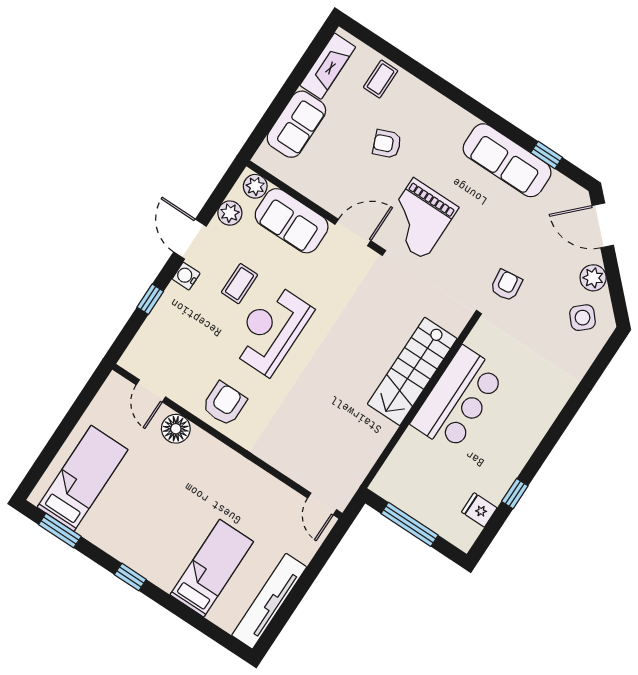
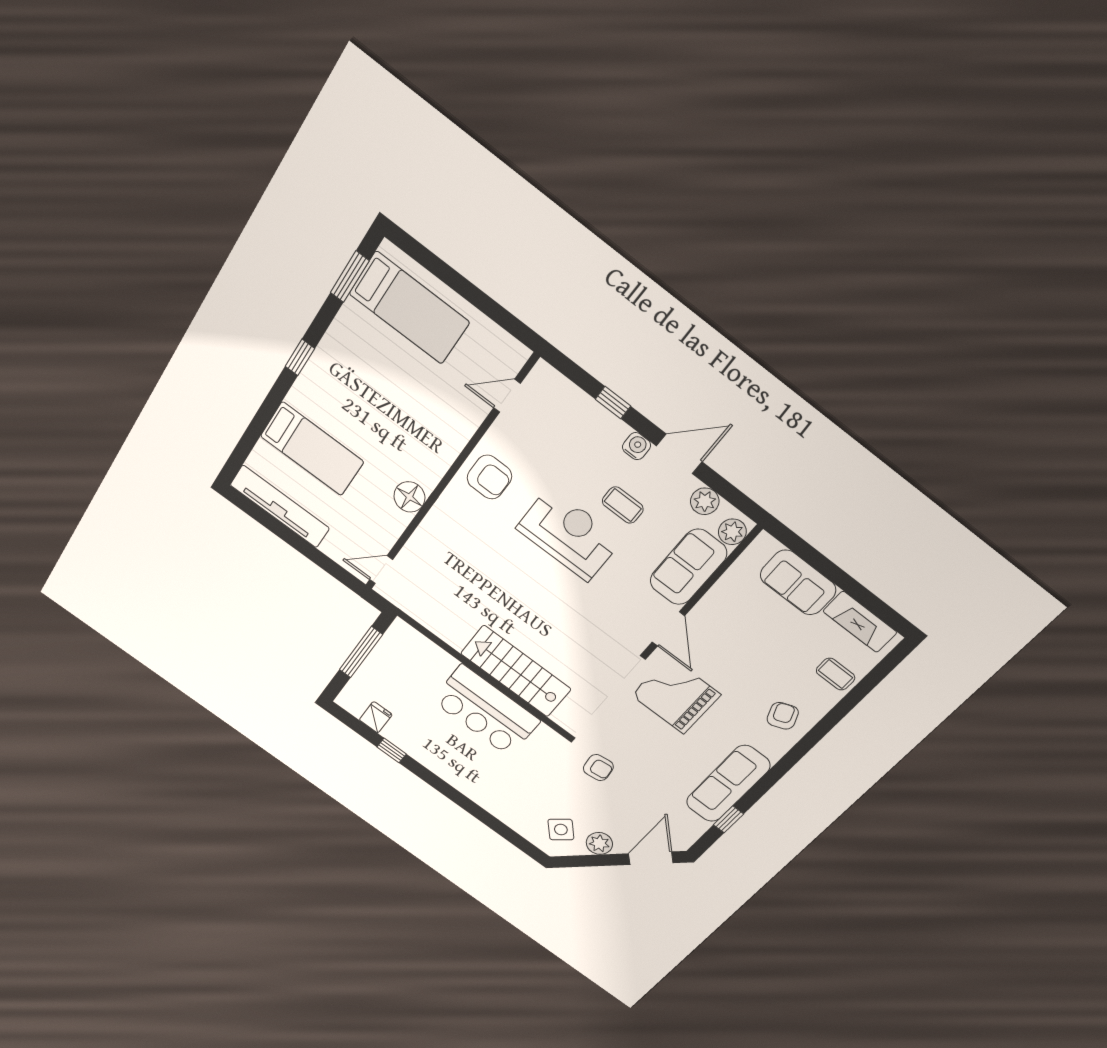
armchair: (387, 144) -> (783, 716), moved
floor lamp: (176, 429) -> (409, 497), moved

